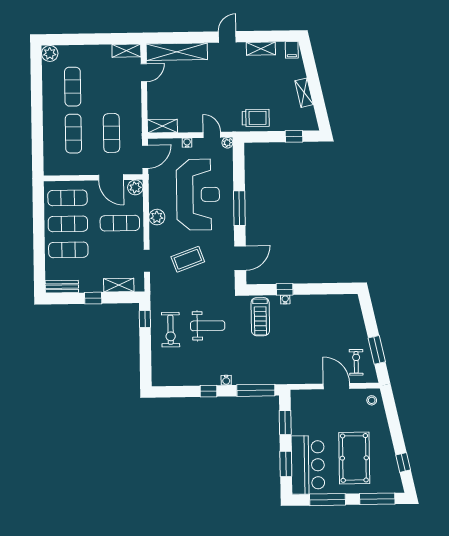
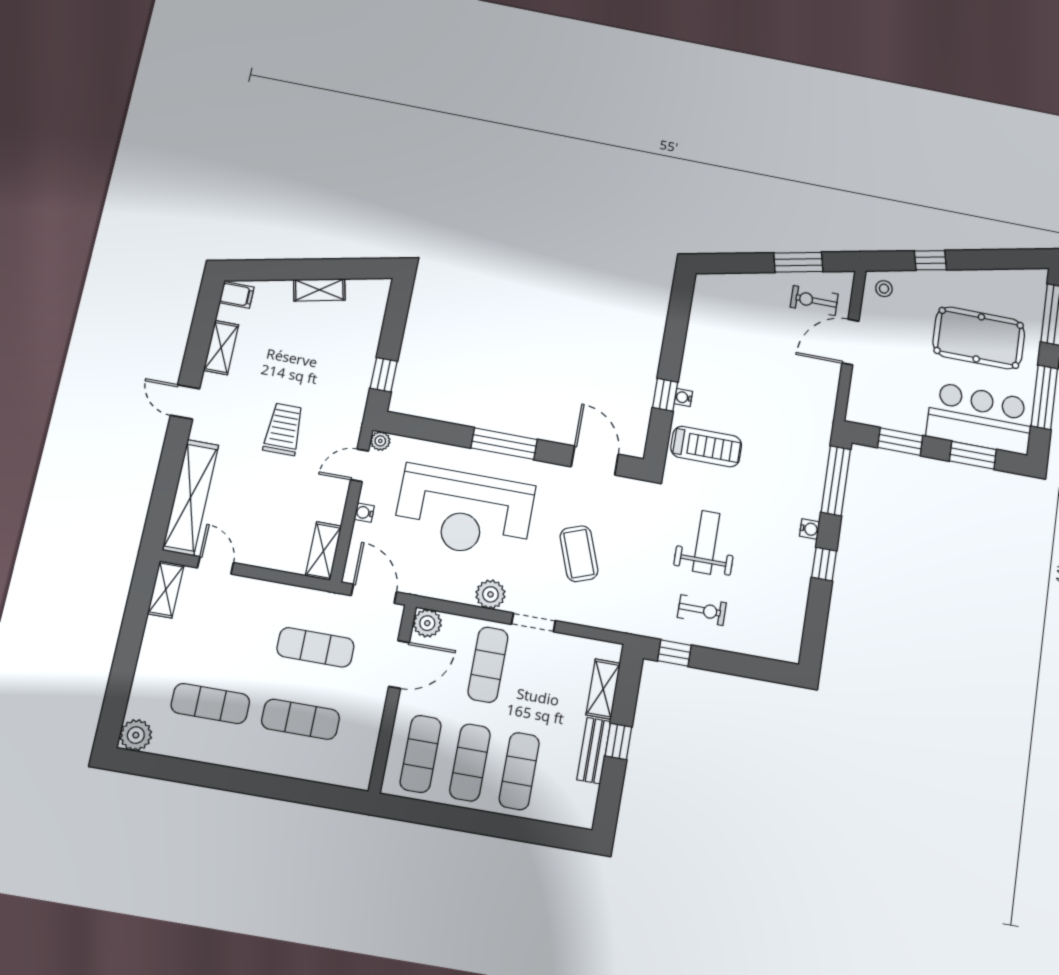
trolley: (256, 118) -> (284, 429), moved
window: (294, 136) -> (384, 375), moved
reception desk: (198, 195) -> (464, 512), turned 180
doorway: (147, 261) -> (533, 622), moved
bench: (62, 287) -> (594, 751), moved
exercise bike: (171, 330) -> (702, 610), width x0.73, depth x0.72
window: (403, 462) -> (930, 260), moved

